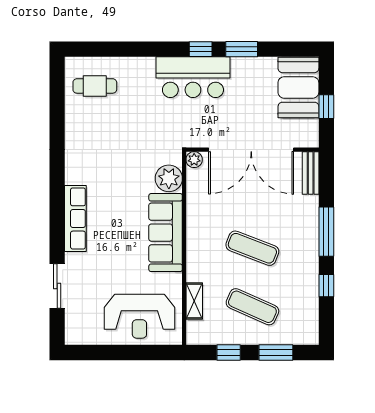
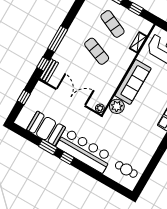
bar counter: (193, 77) -> (84, 151), width x1.36
booth: (298, 87) -> (46, 128), moved, turned 90
double door: (251, 150) -> (71, 98), width x0.73
window: (326, 286) -> (43, 64), moved

